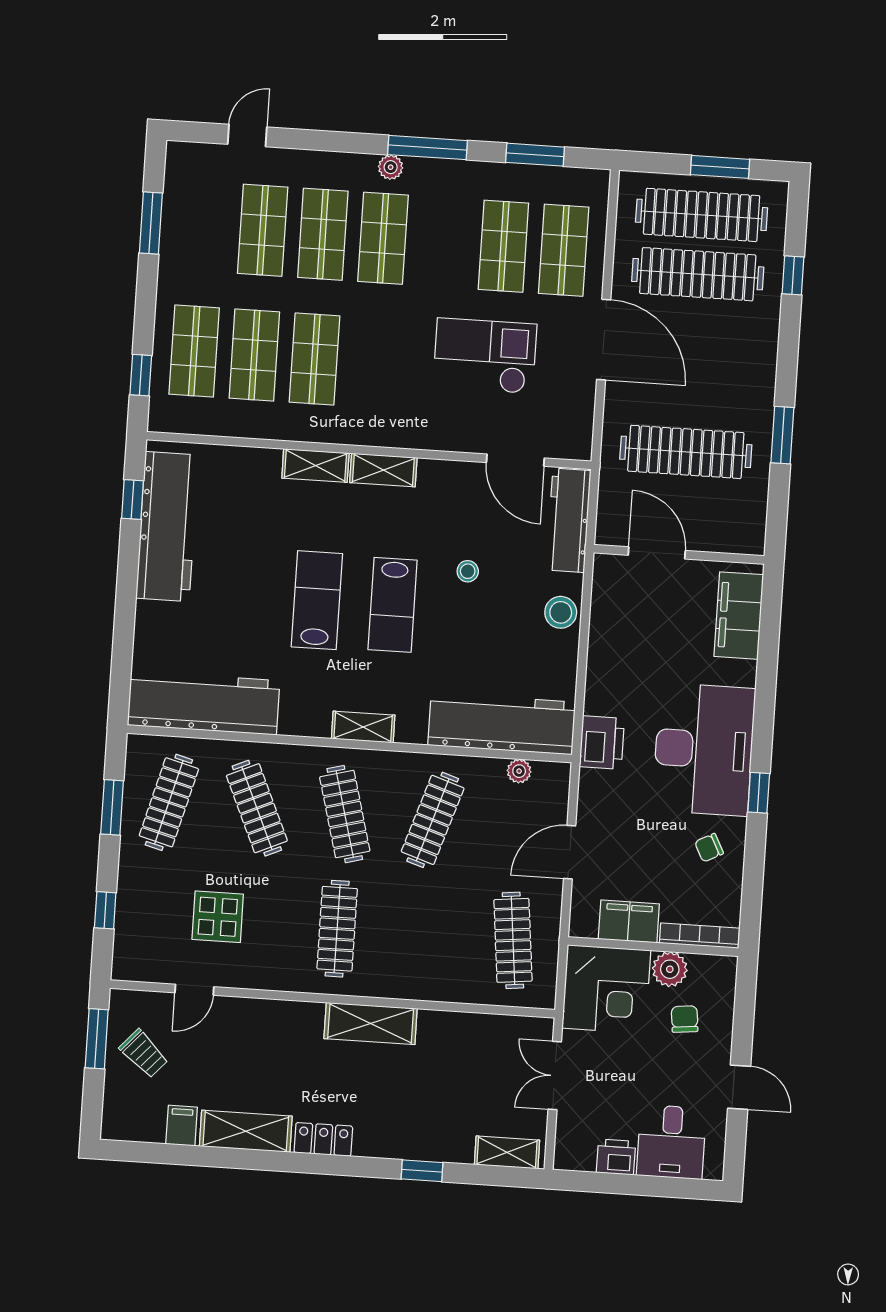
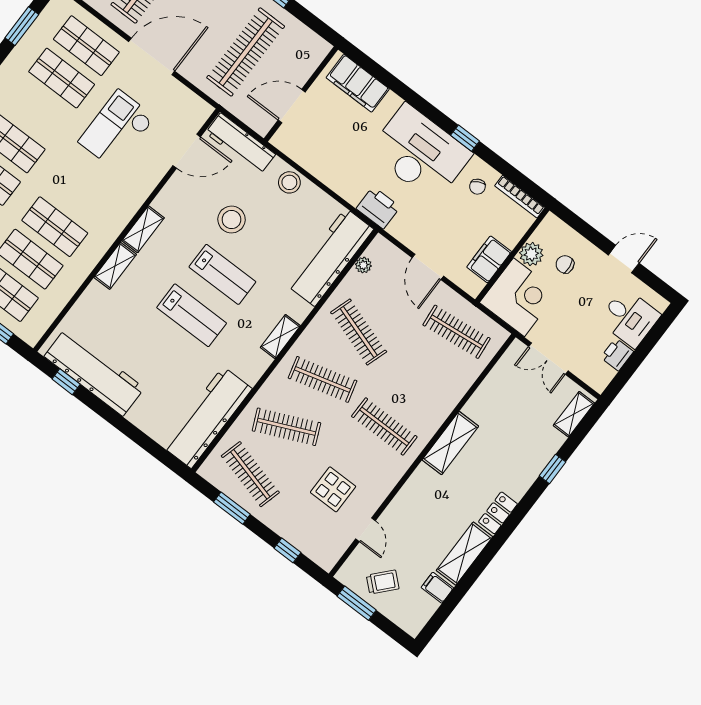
stool: (468, 571) -> (232, 220), width x1.89, depth x1.89
lab bench: (317, 600) -> (192, 315), turned 180
bookcase: (700, 936) -> (520, 197), moved, turned -90

